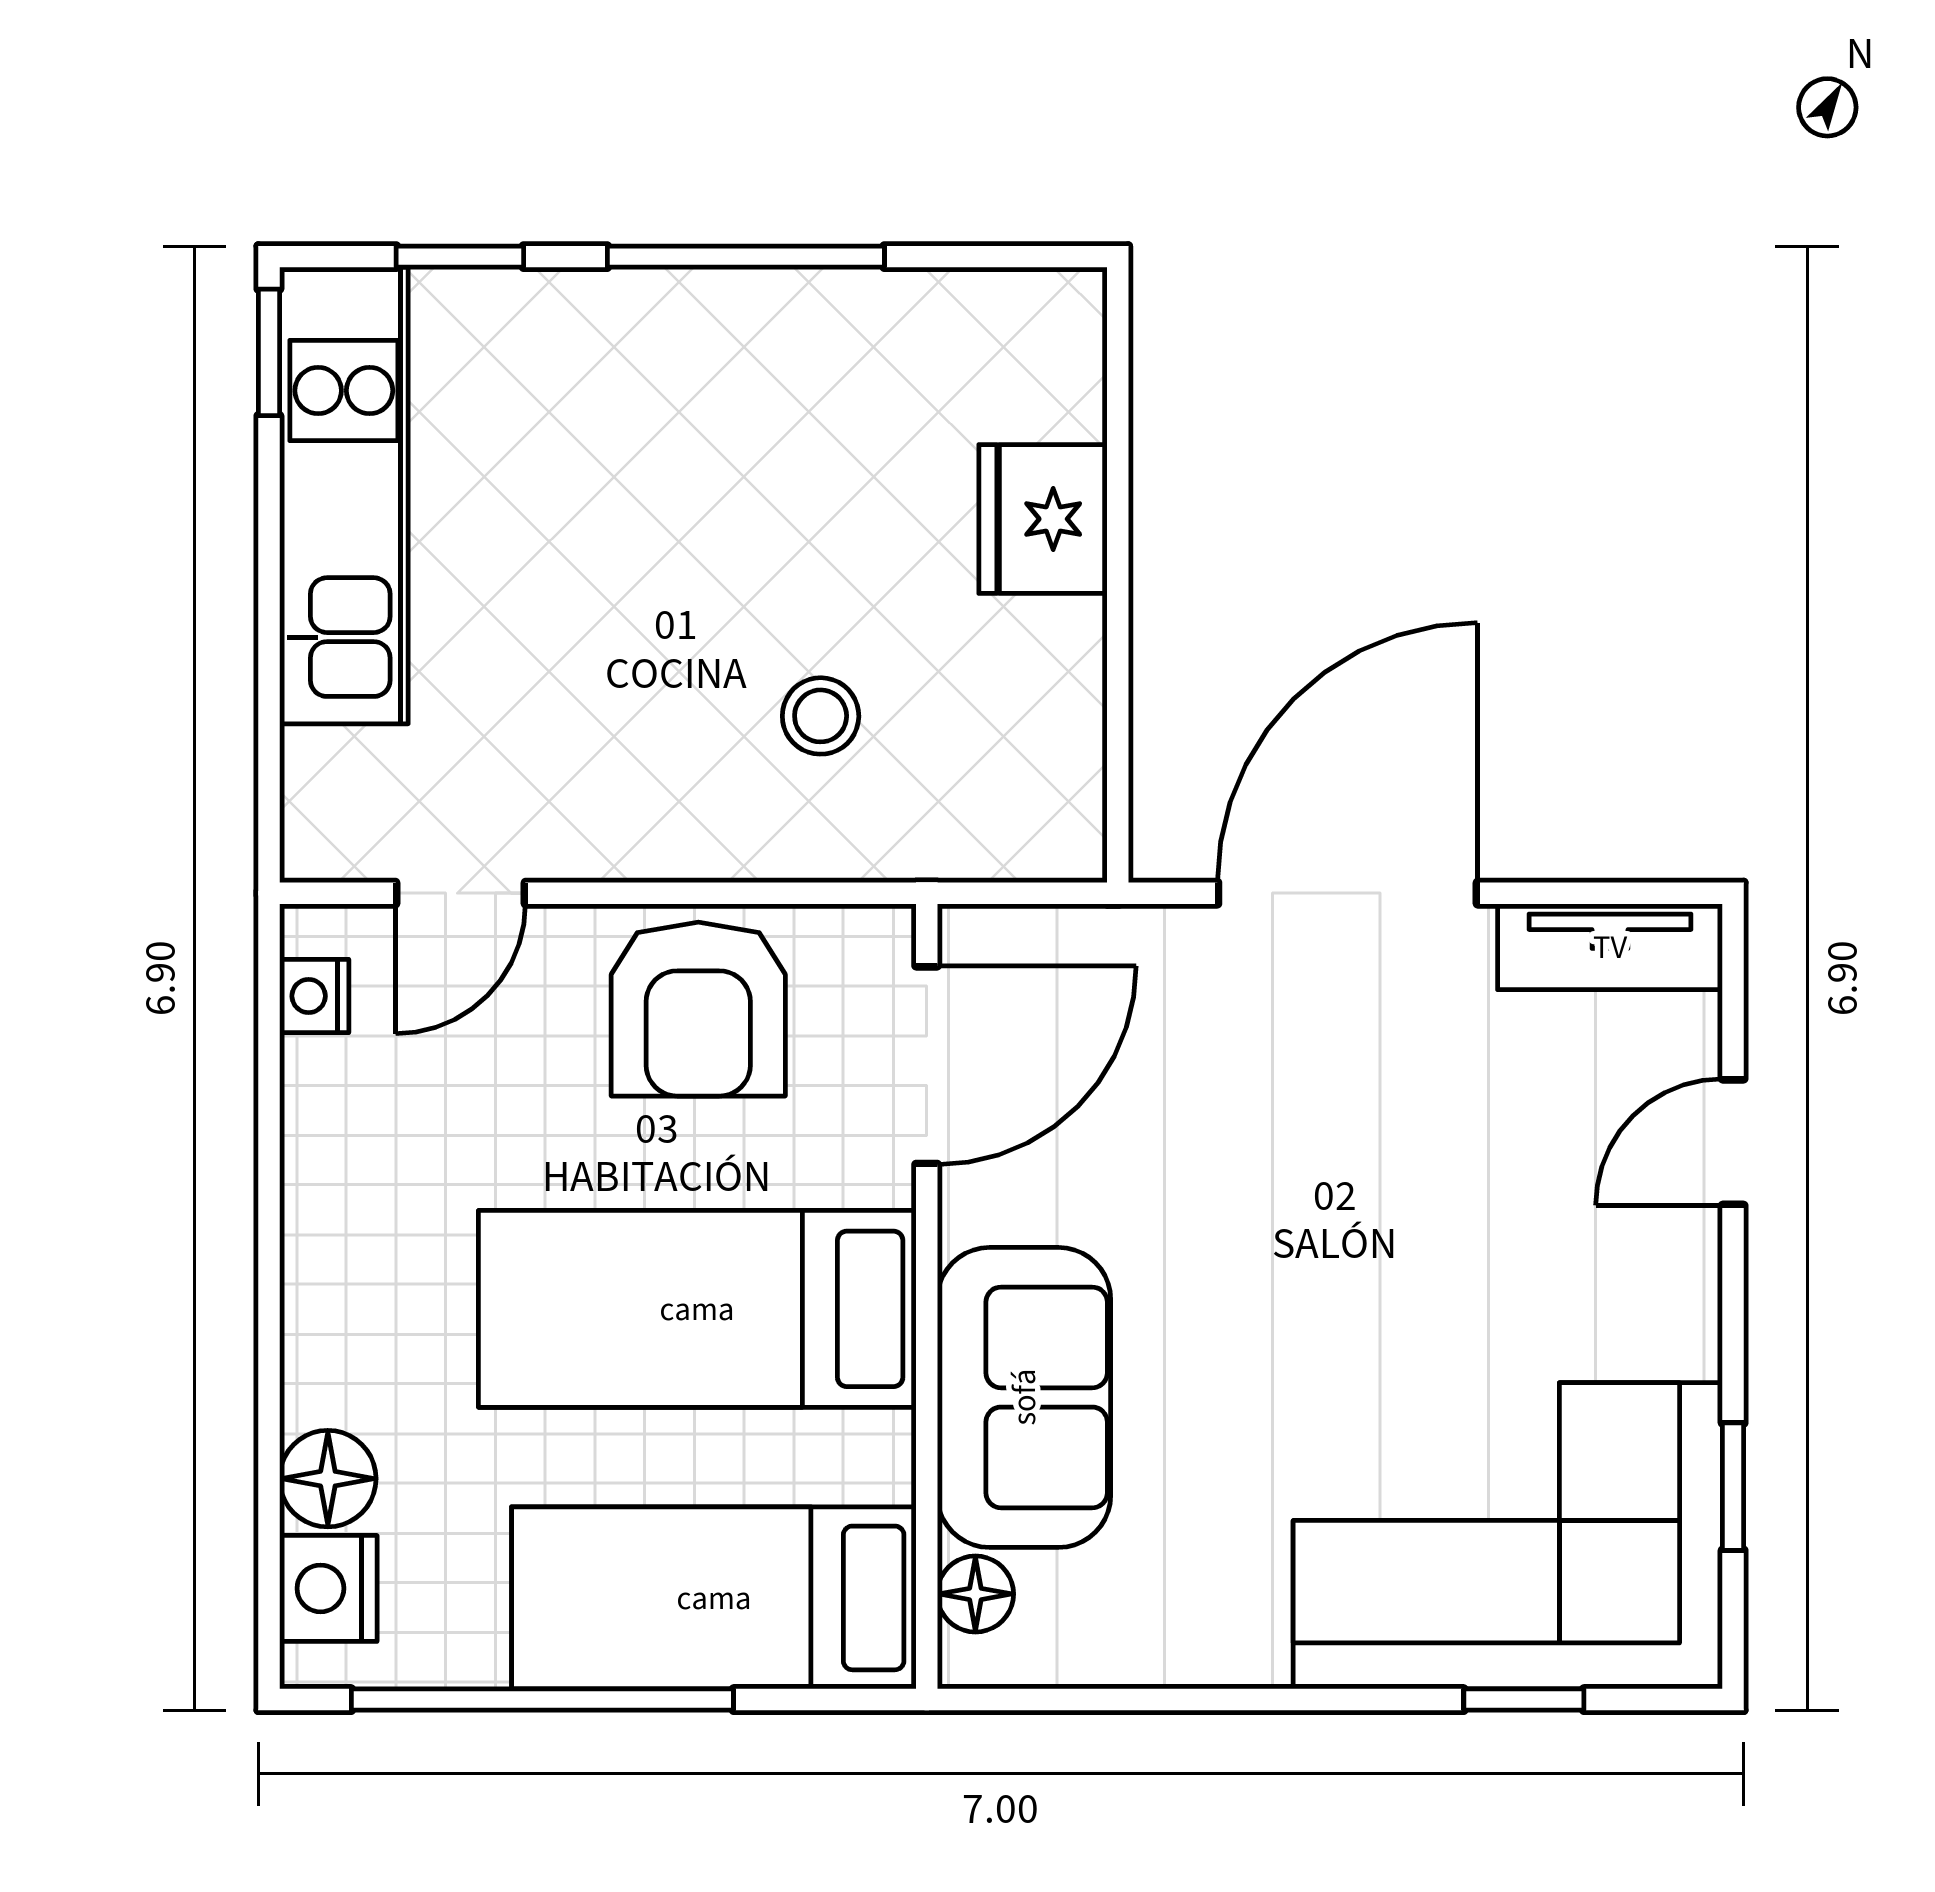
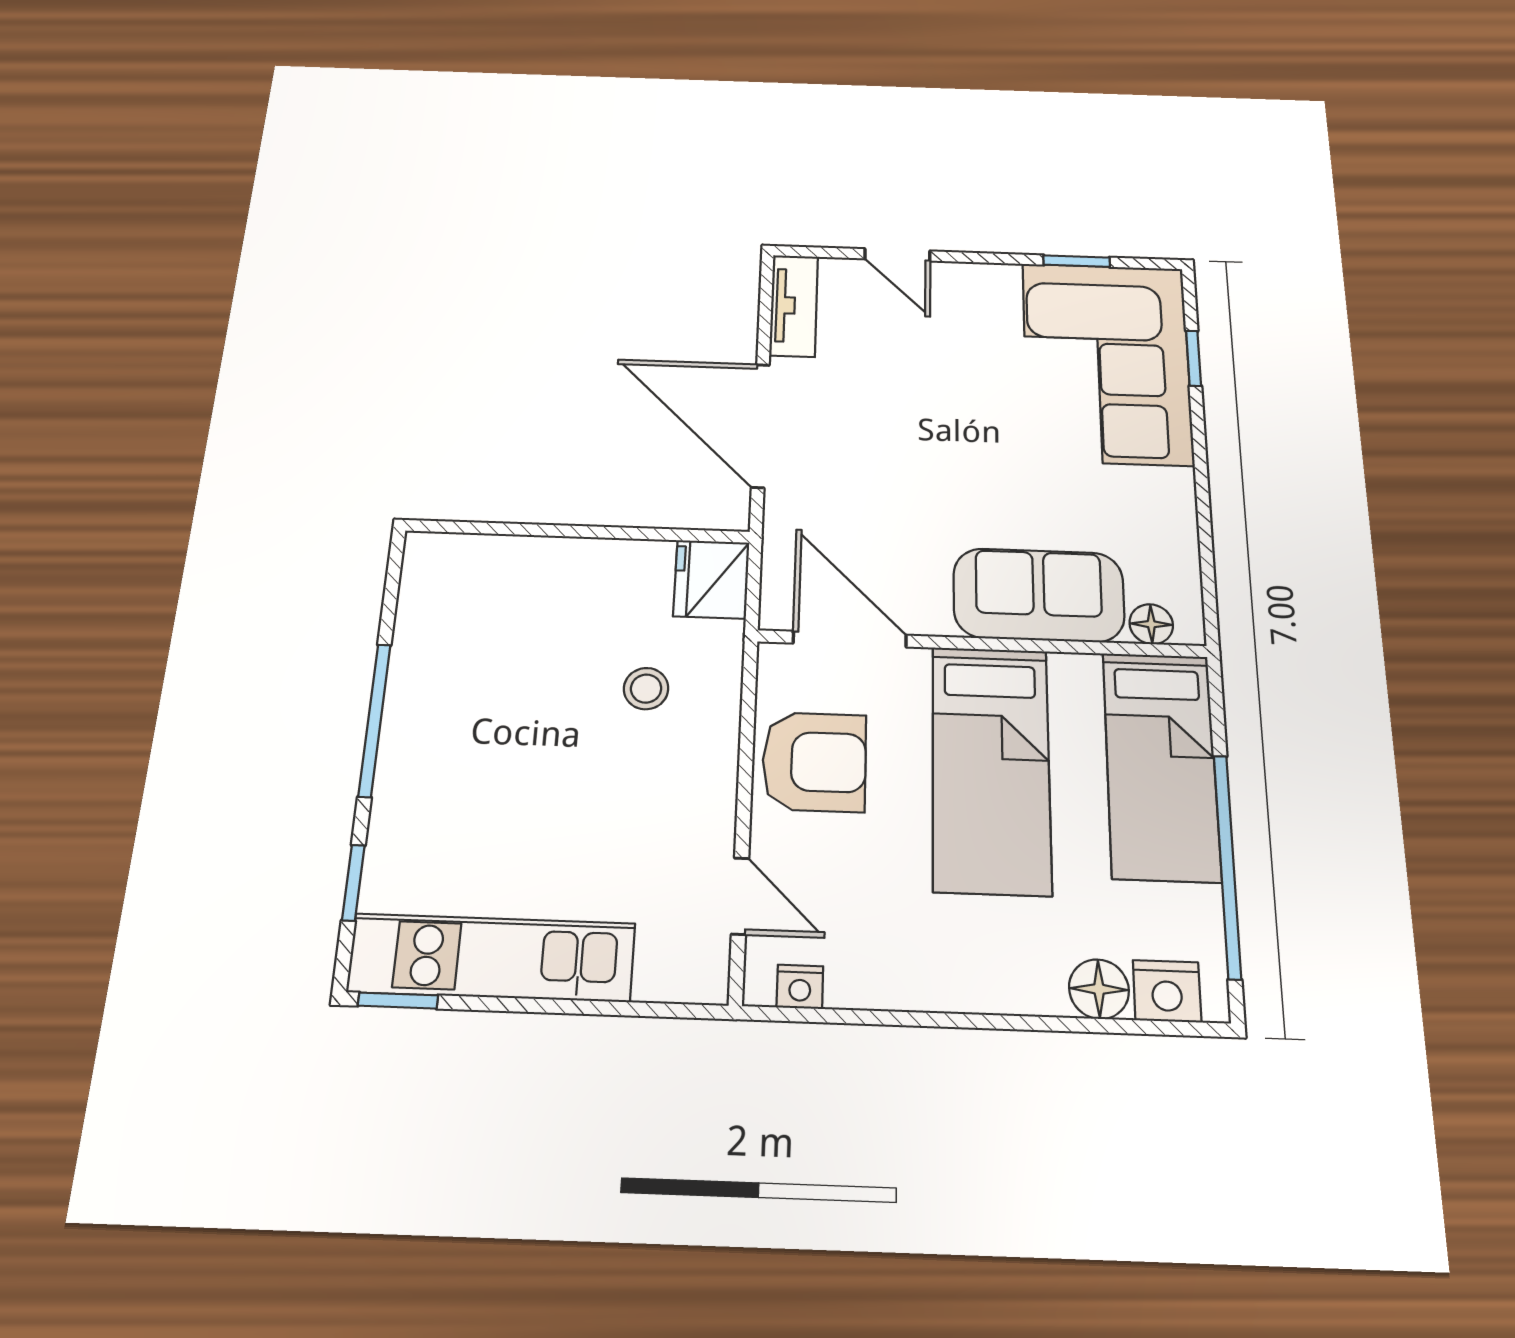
fridge: (1043, 519) -> (711, 579), moved, turned 90

